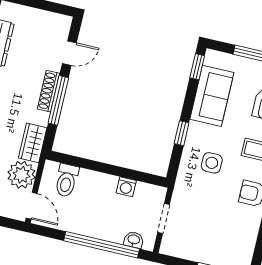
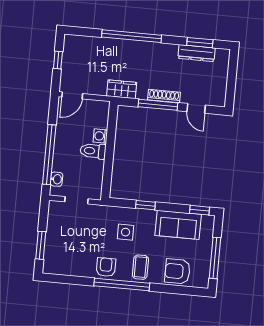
plant: (22, 175) -> (95, 84), removed
toilet: (67, 180) -> (93, 151), moved
washing machine: (126, 187) -> (100, 136), moved

